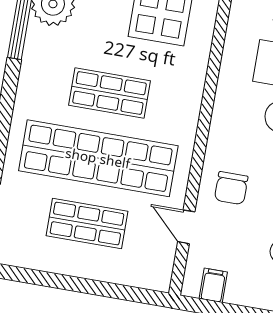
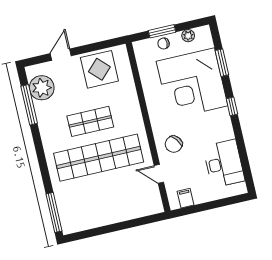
chair: (231, 188) -> (174, 144), turned 53
shop shelf: (87, 224) -> (107, 194), removed

